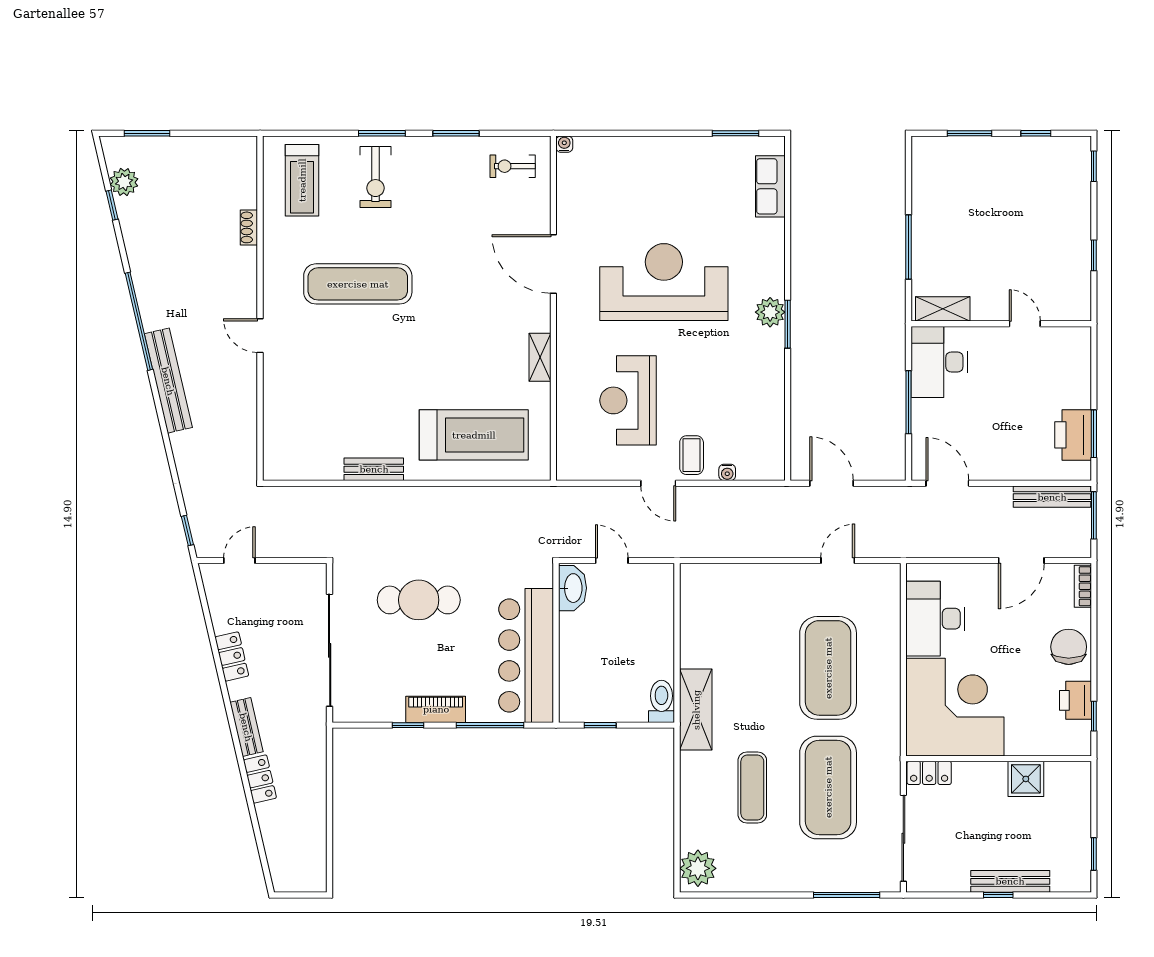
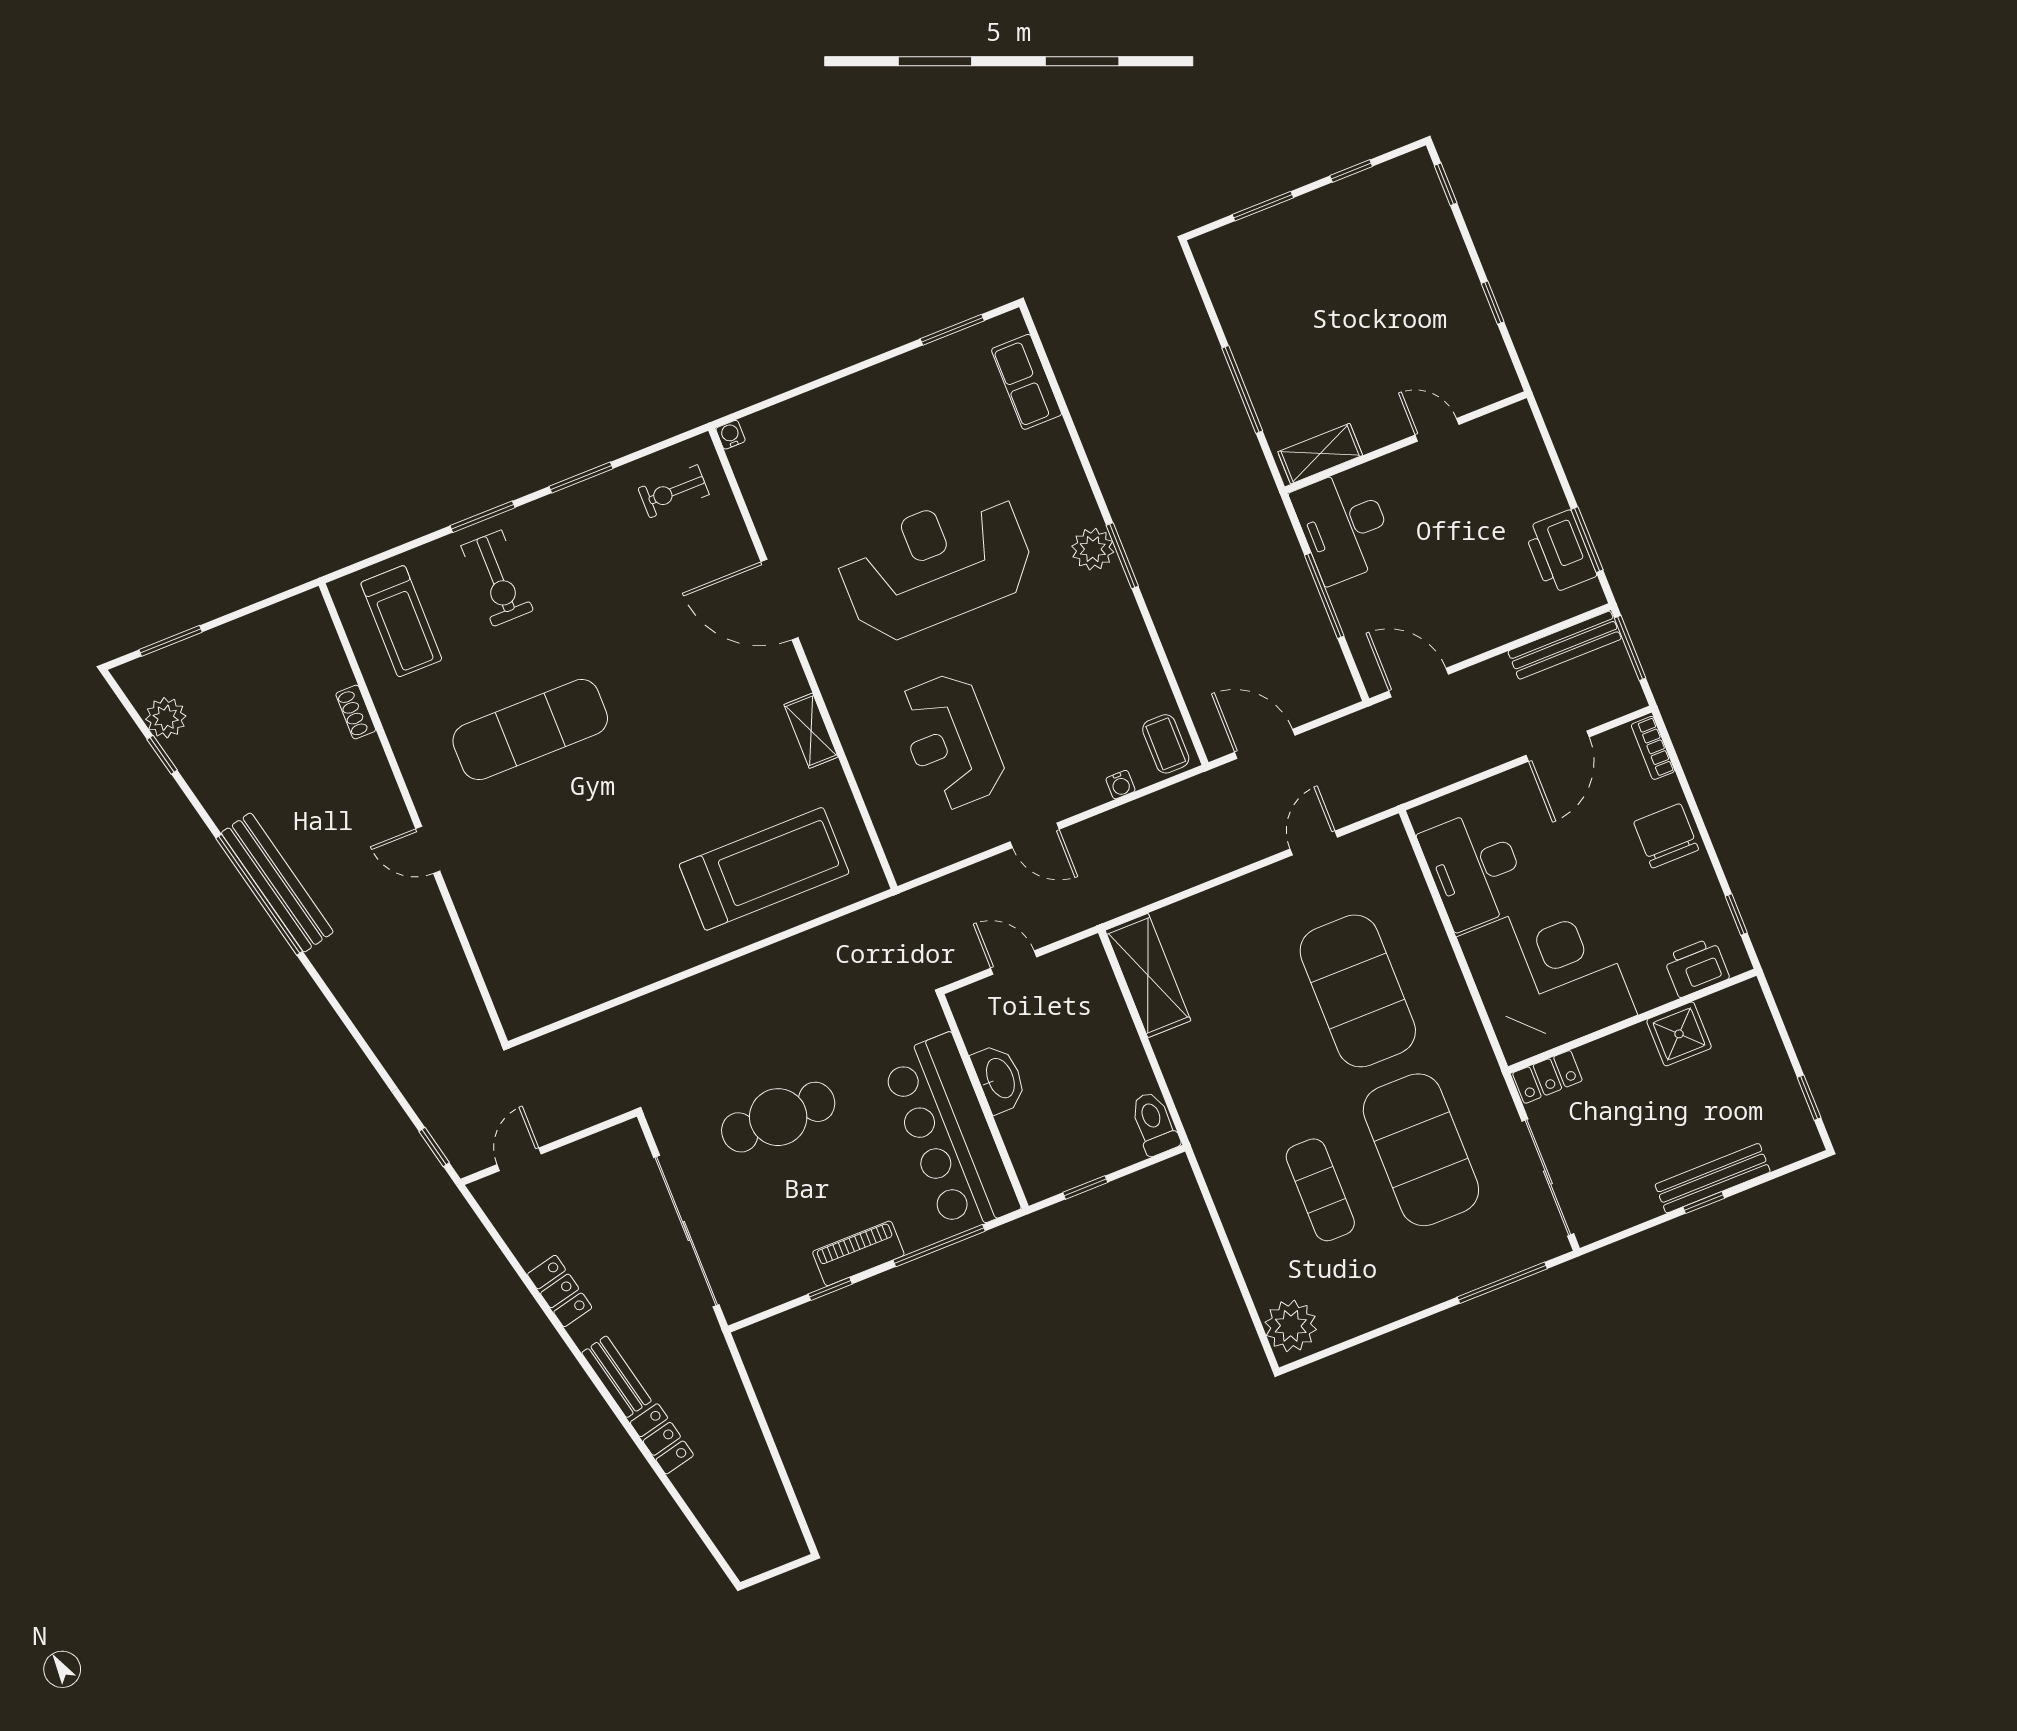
bench: (168, 381) -> (277, 882), moved
coffee table: (692, 455) -> (1166, 744), moved
bench: (374, 469) -> (649, 967), removed
washbasin: (572, 588) -> (999, 1079), moved
printer: (1075, 700) -> (1696, 967), moved, turned 90
shelving: (696, 710) -> (1148, 975), moved

